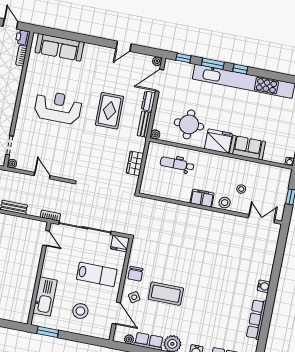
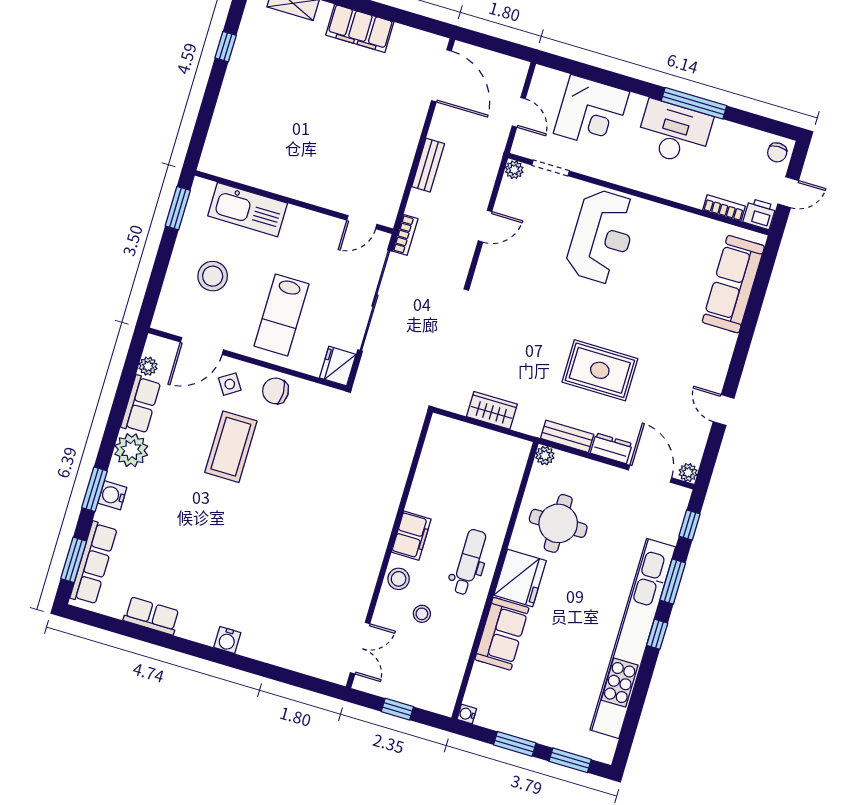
reception desk: (58, 107) -> (602, 237), moved
dental chair: (177, 164) -> (469, 562), moved
row of seats: (256, 319) -> (152, 616), width x0.68

